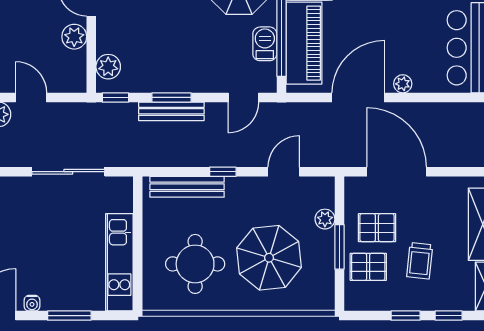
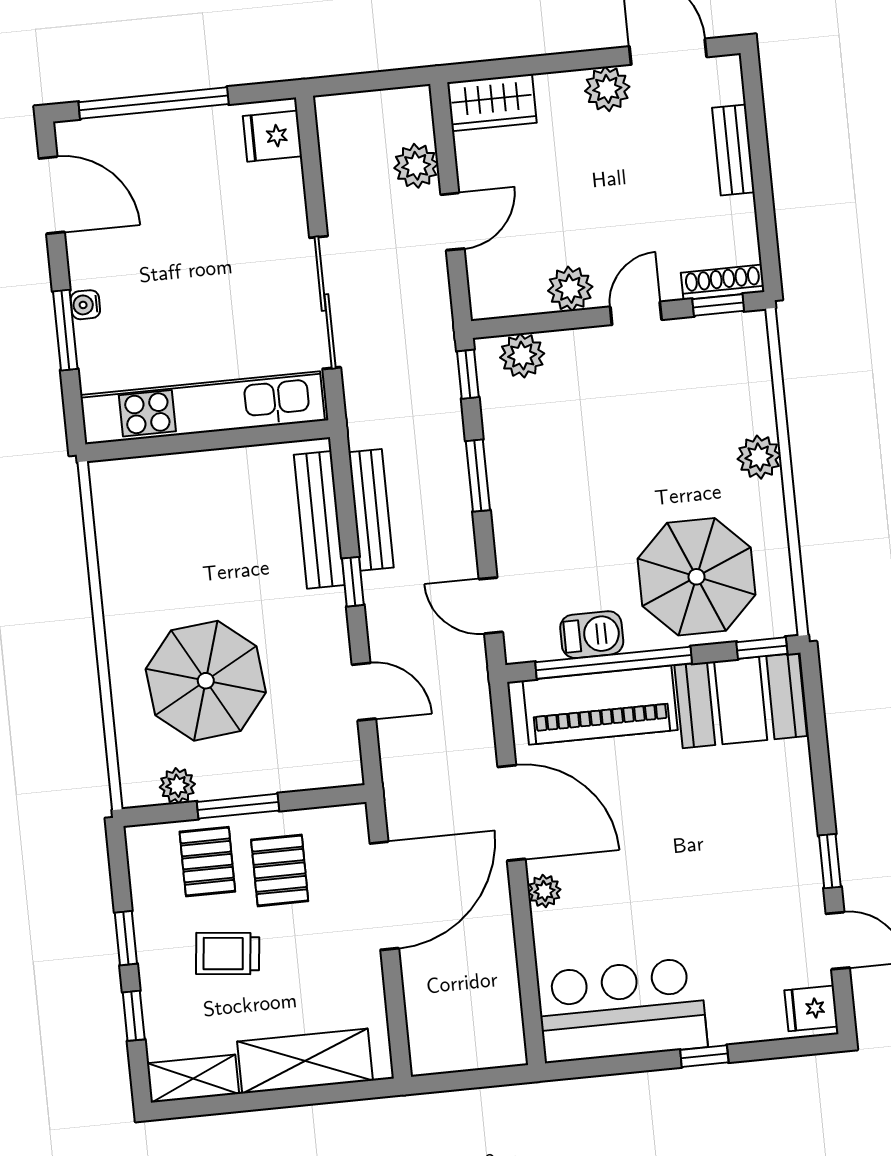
bench: (171, 111) -> (371, 510), moved
plant: (325, 219) -> (177, 786), moved
kitchen unit: (119, 262) -> (202, 408), width x1.36
round table: (195, 264) -> (181, 548), removed
water cooler: (32, 303) -> (85, 305), moved

